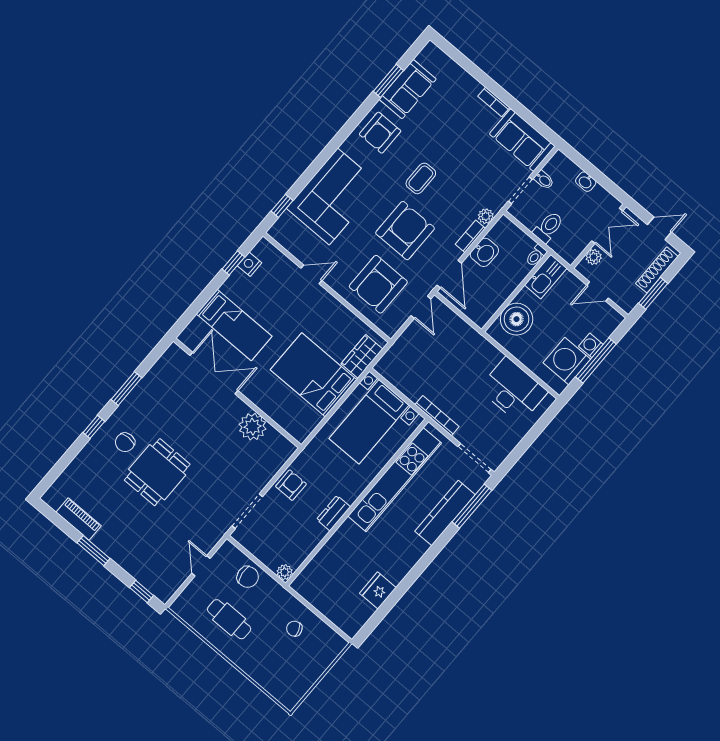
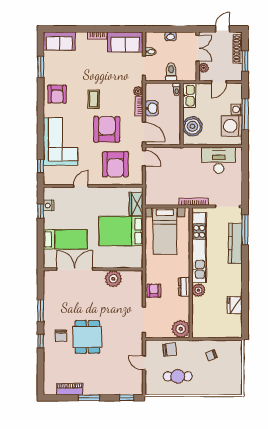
sofa: (408, 89) -> (59, 41), moved, turned 90
plant: (348, 533) -> (198, 290), added
plant: (285, 572) -> (181, 329), width x1.87, depth x1.87

